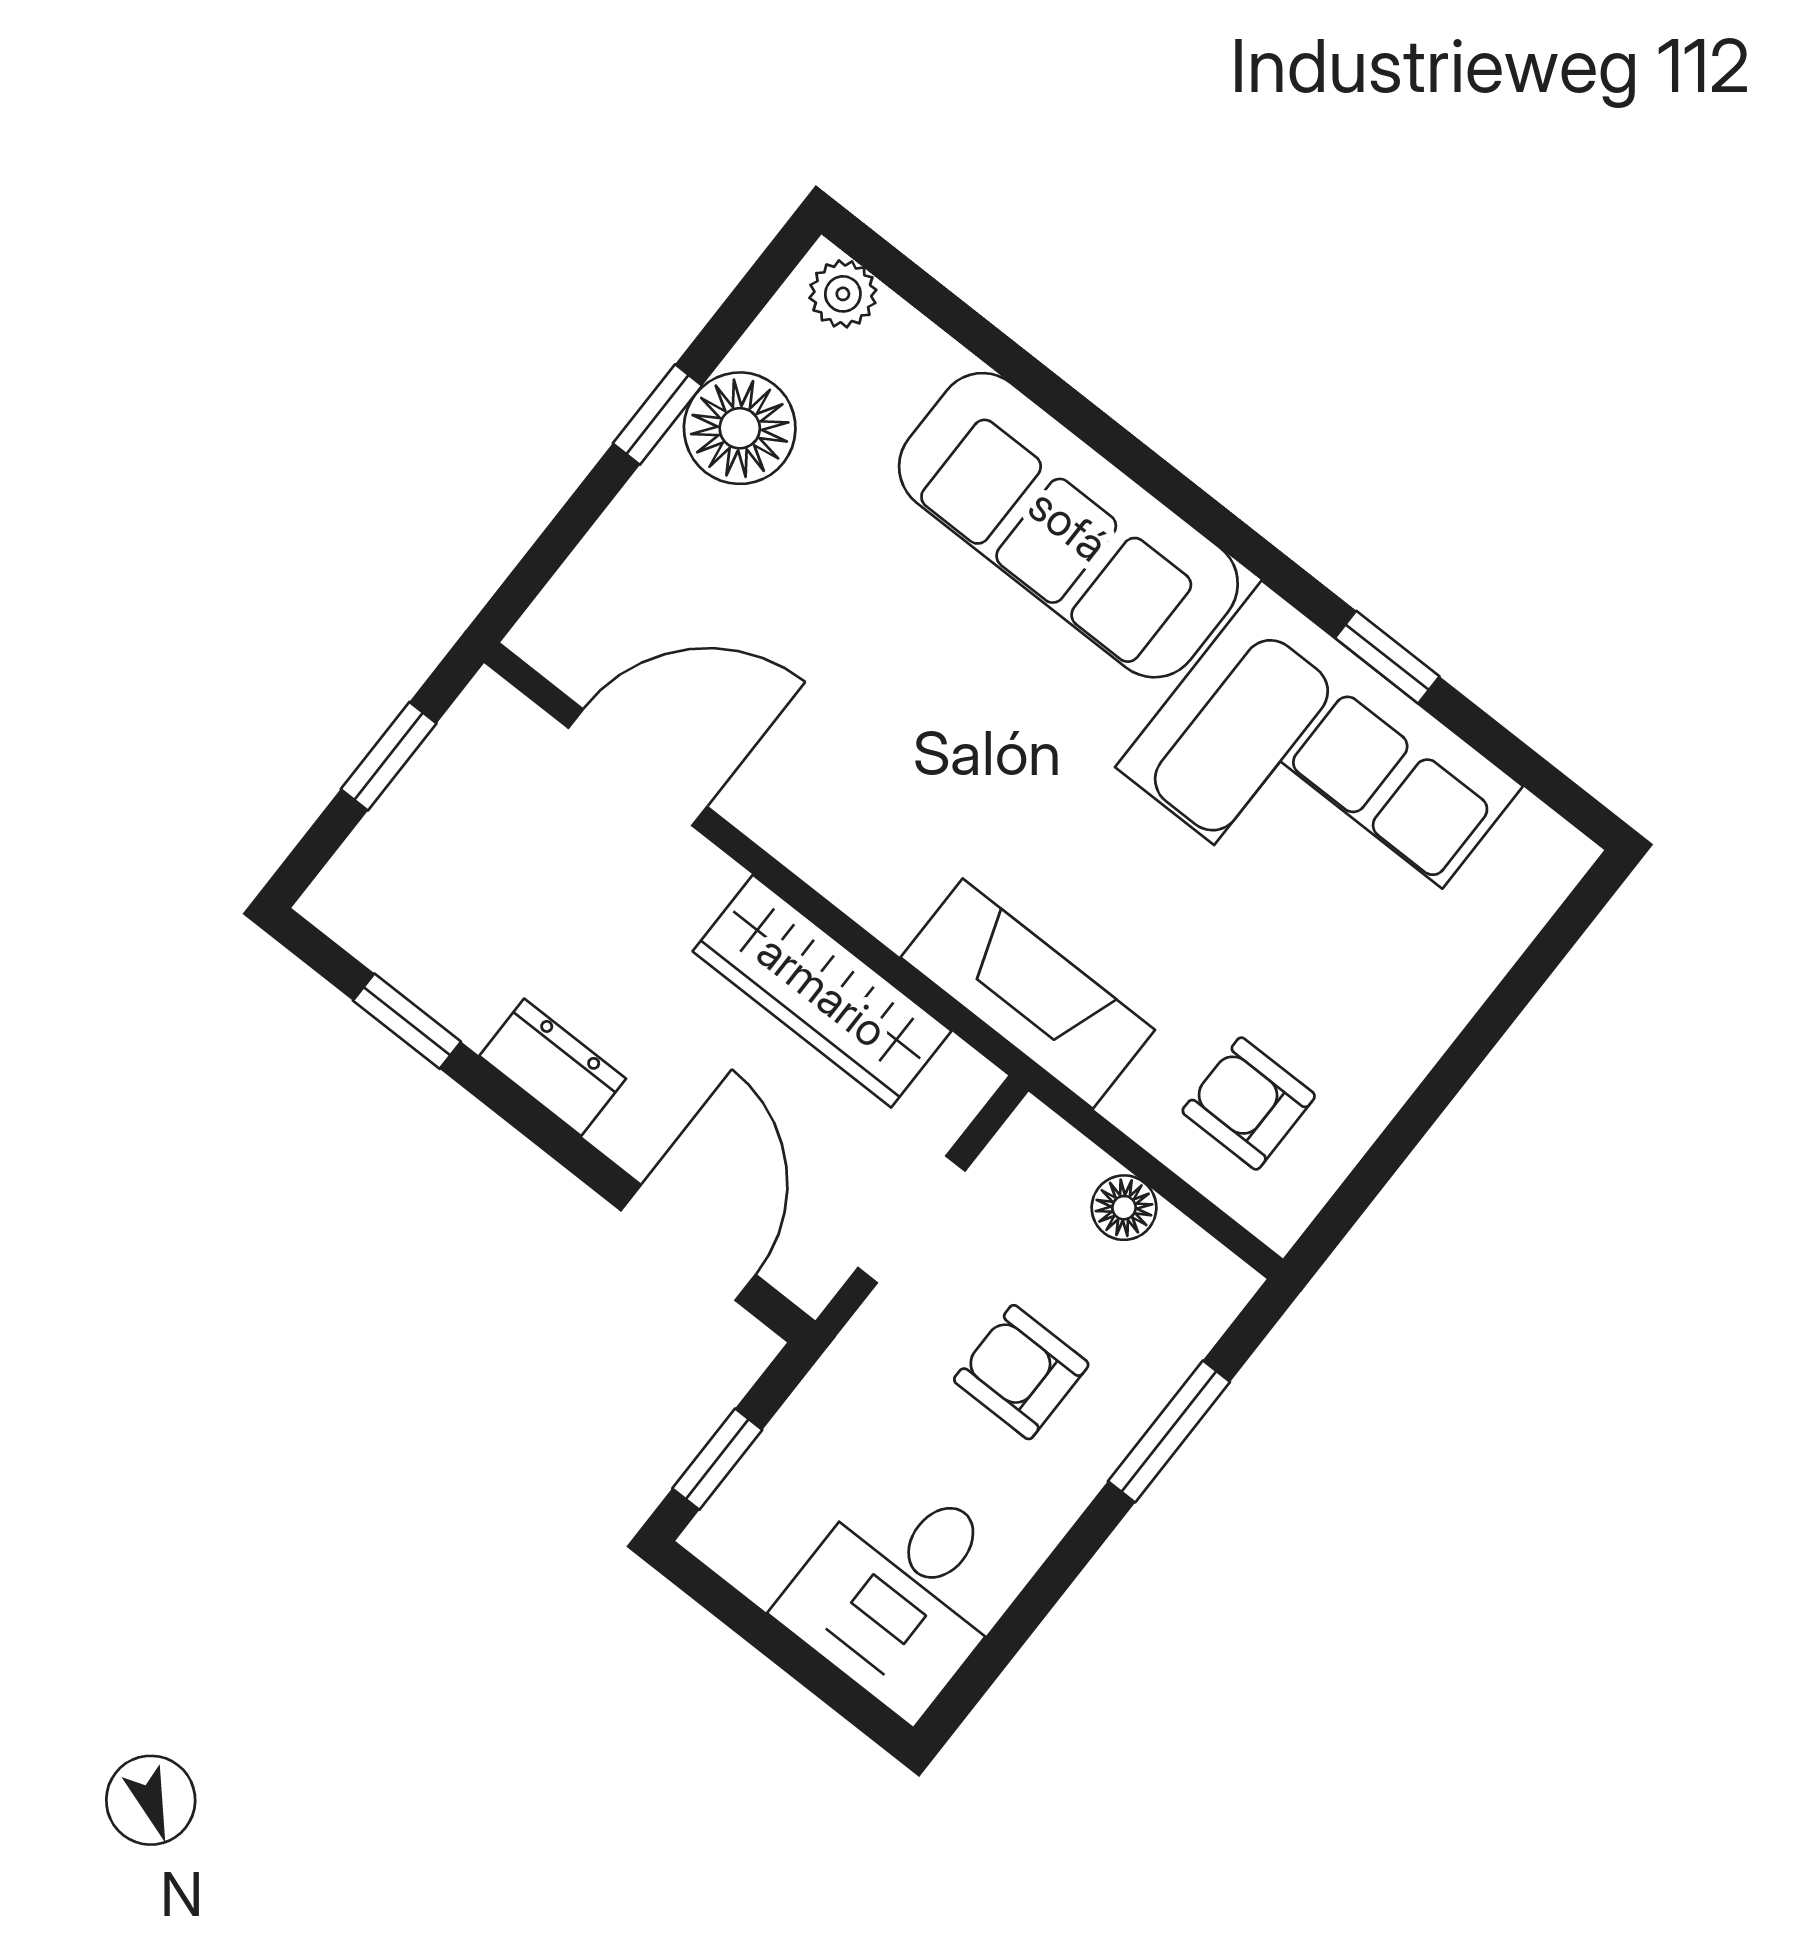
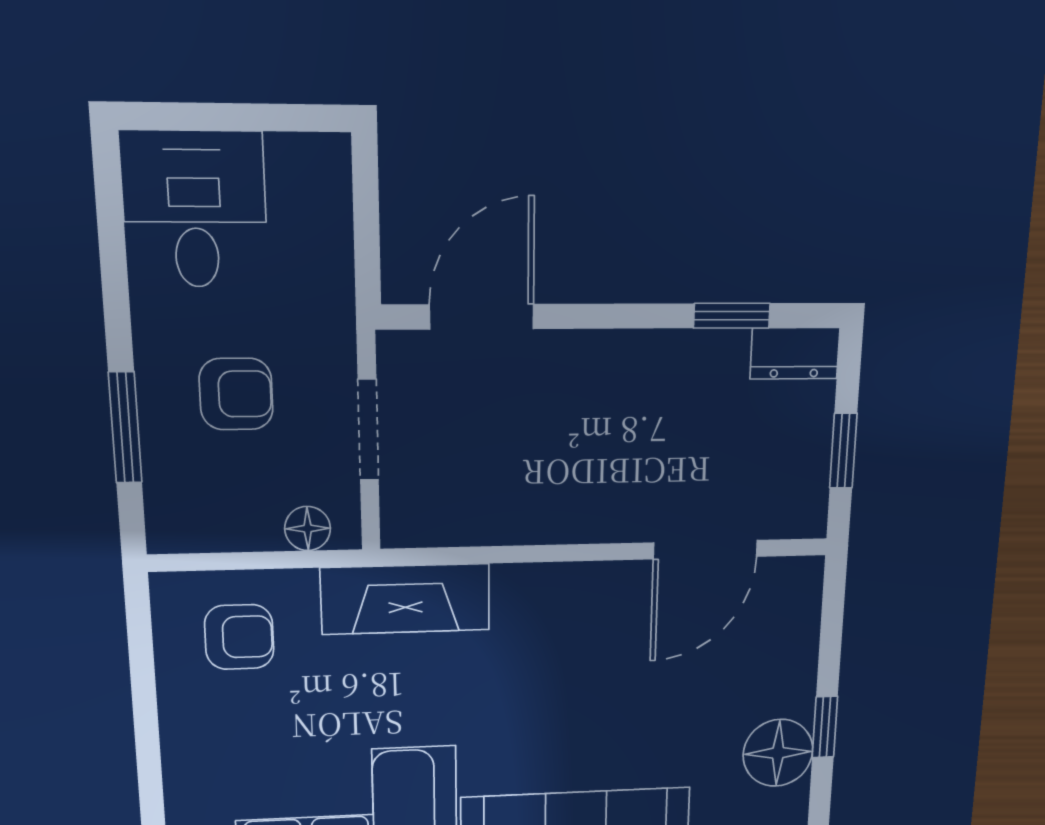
wardrobe: (822, 991) -> (517, 513), removed
dresser: (553, 1067) -> (795, 353), moved
floor lamp: (1124, 1208) -> (308, 528), moved
door: (688, 1243) -> (482, 317), swing flipped
window: (717, 1459) -> (366, 203), removed

